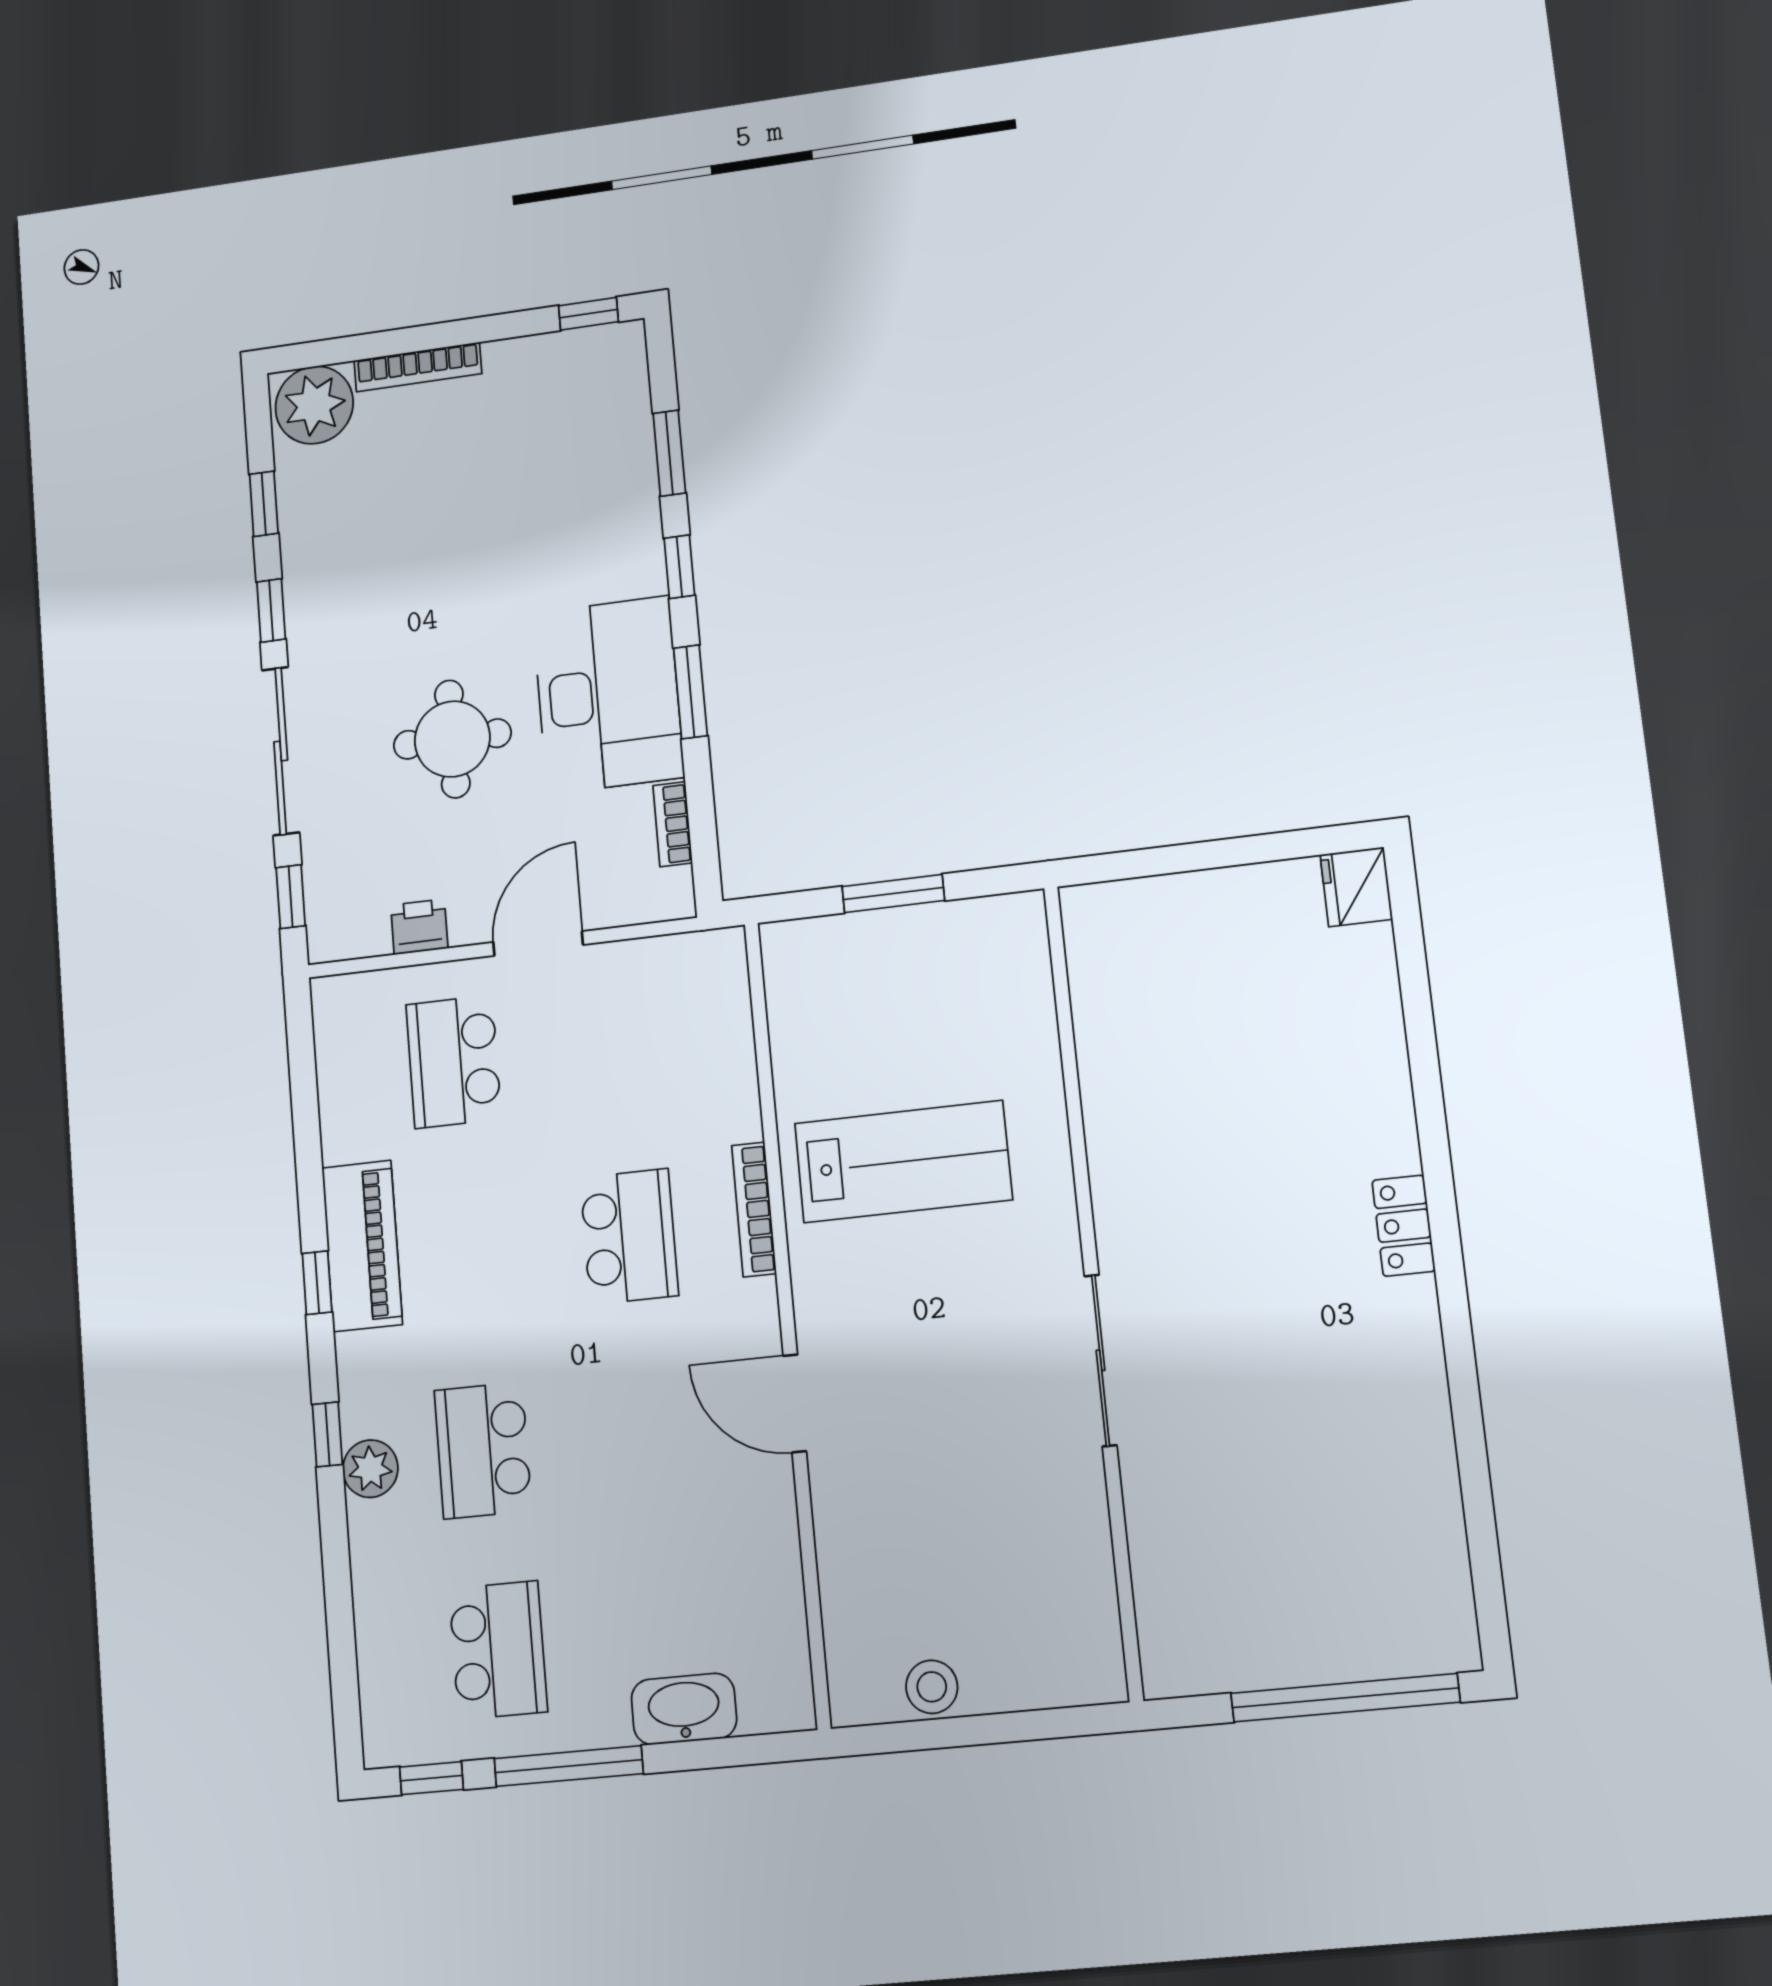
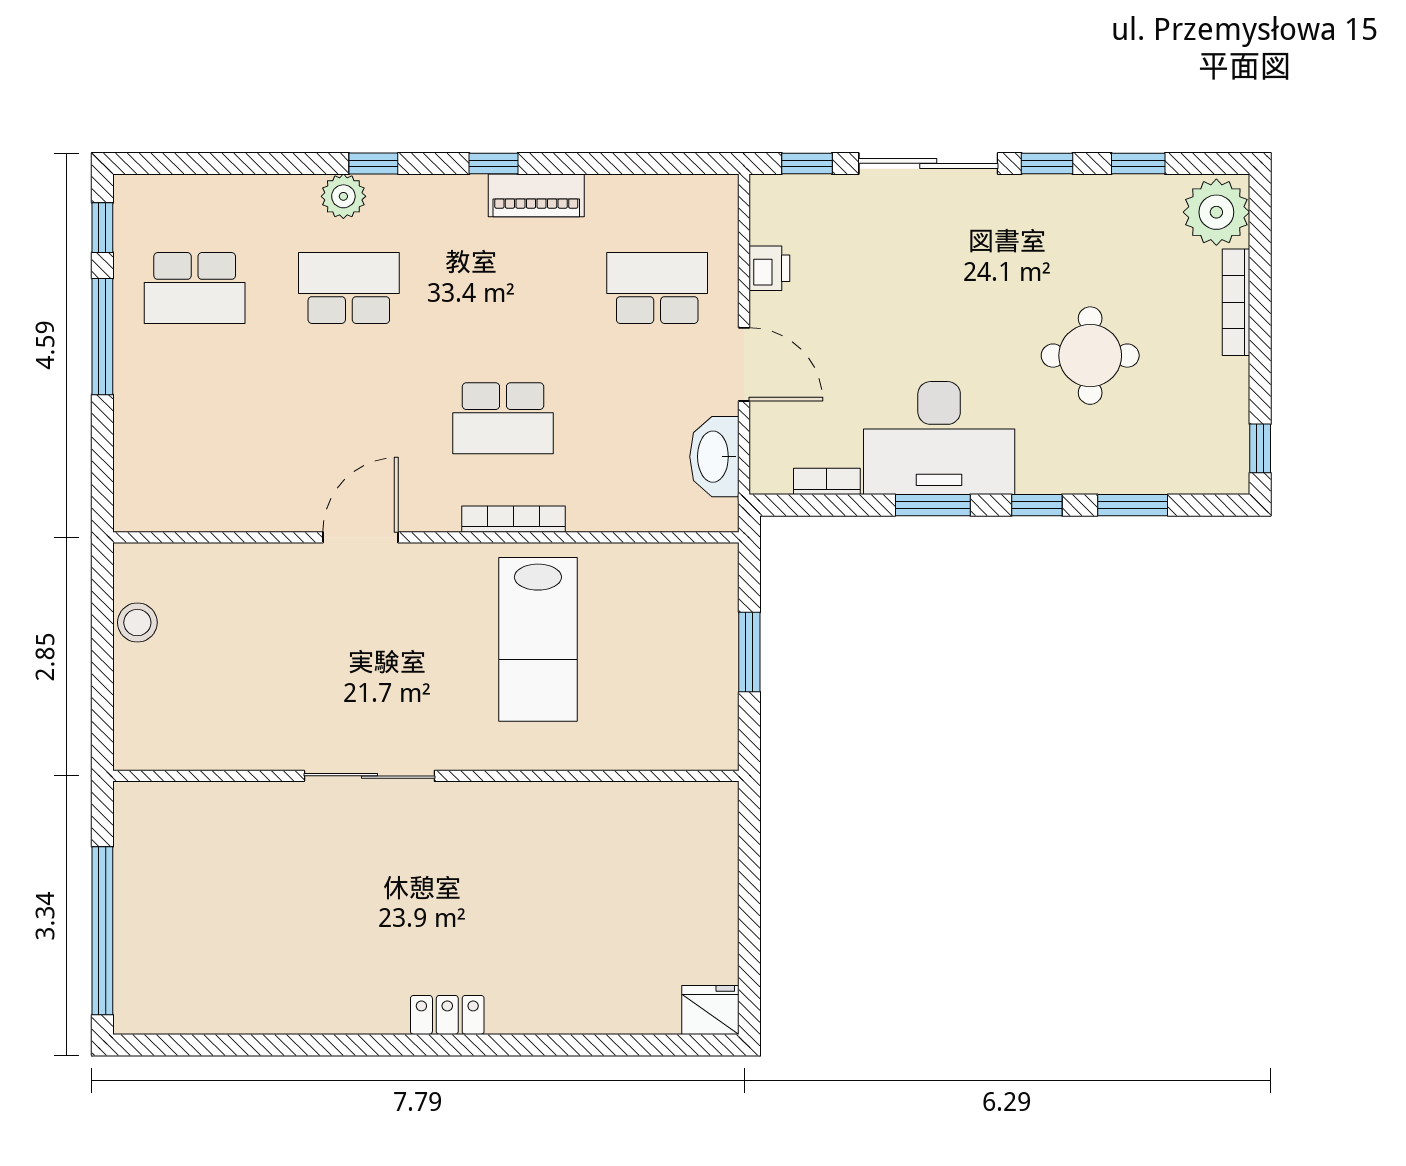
round table: (452, 739) -> (1090, 356), moved
piano: (362, 1246) -> (536, 195), width x0.73, depth x0.75
washbasin: (684, 1709) -> (714, 457), moved, turned 180

